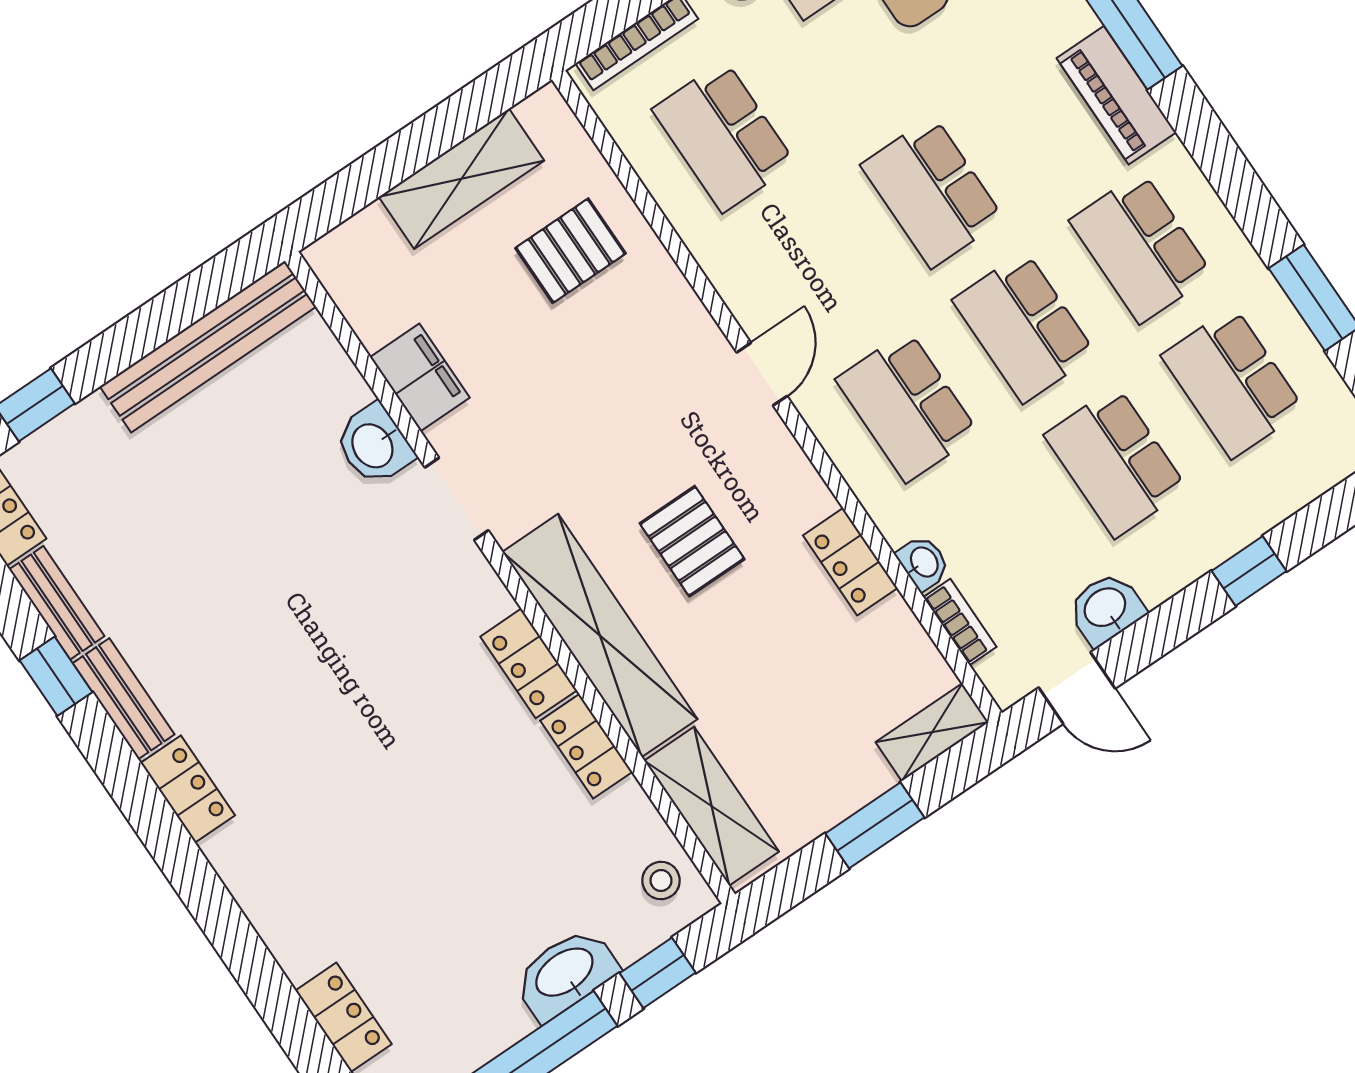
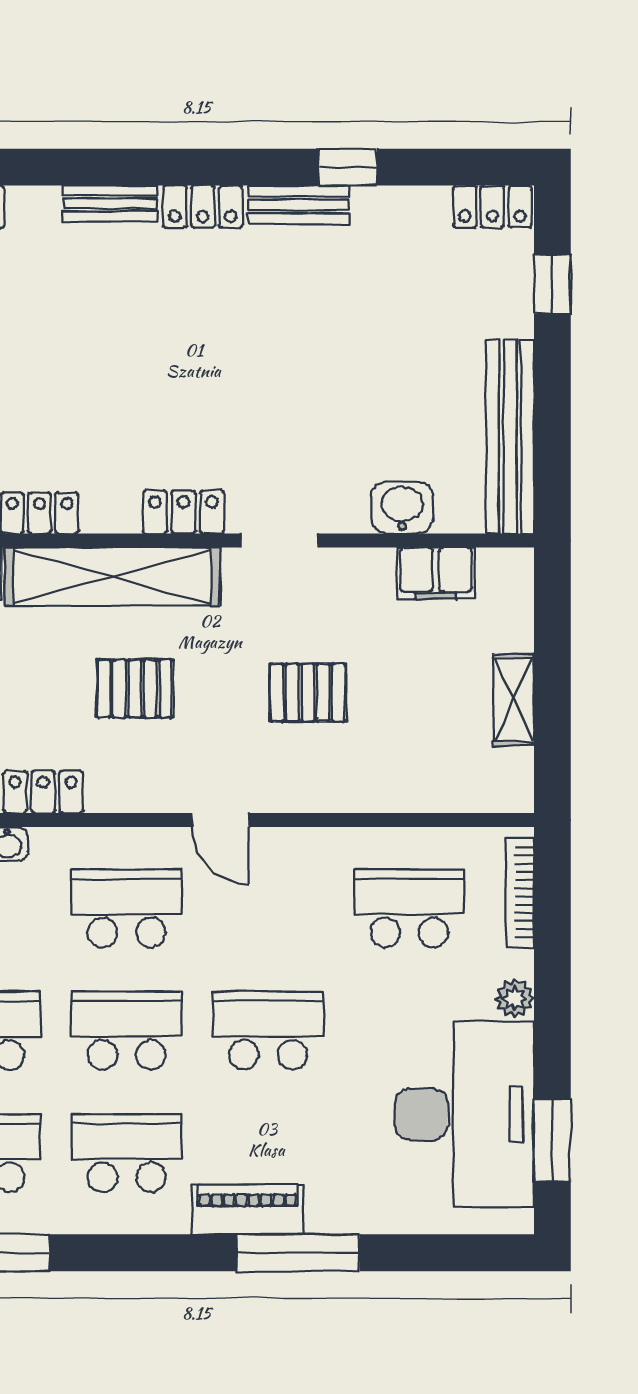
shelving: (461, 179) -> (514, 700), width x0.67, depth x0.75
pallet: (570, 251) -> (308, 693), moved, turned 90
filing cabinet: (420, 377) -> (436, 573), moved
washbasin: (374, 445) -> (402, 508), moved
bench: (57, 603) -> (110, 203), moved
locker: (529, 663) -> (183, 512), moved

